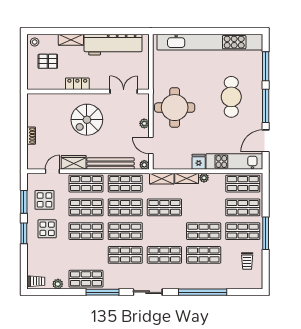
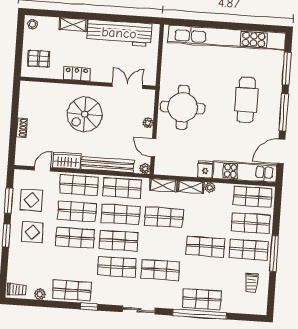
pallet: (48, 61) -> (38, 59), moved
shop shelf: (204, 255) -> (202, 299), moved
window: (103, 292) -> (89, 307), width x0.46

